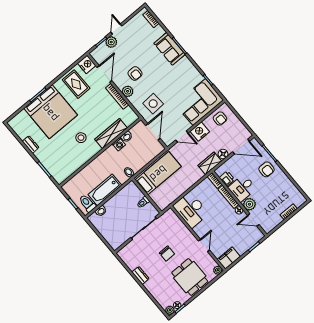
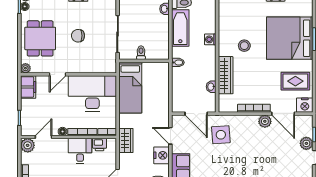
armchair: (135, 73) -> (261, 141), removed
plant: (128, 91) -> (265, 121), moved
door: (182, 136) -> (170, 136), hinge flipped
washing machine: (119, 144) -> (210, 39), moved
floor lamp: (223, 154) -> (124, 159), removed
bed: (158, 173) -> (130, 88), moved
plant: (249, 204) -> (28, 145), moved
desk: (191, 210) -> (92, 94), width x1.36, depth x1.30
door: (204, 246) -> (58, 74), hinge flipped
dining table: (190, 277) -> (40, 38), turned 90

